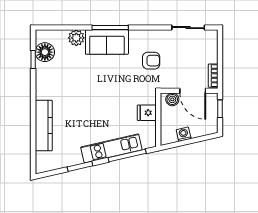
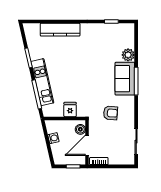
floor lamp: (45, 52) -> (117, 31), removed
armchair: (151, 61) -> (110, 113), turned -86

